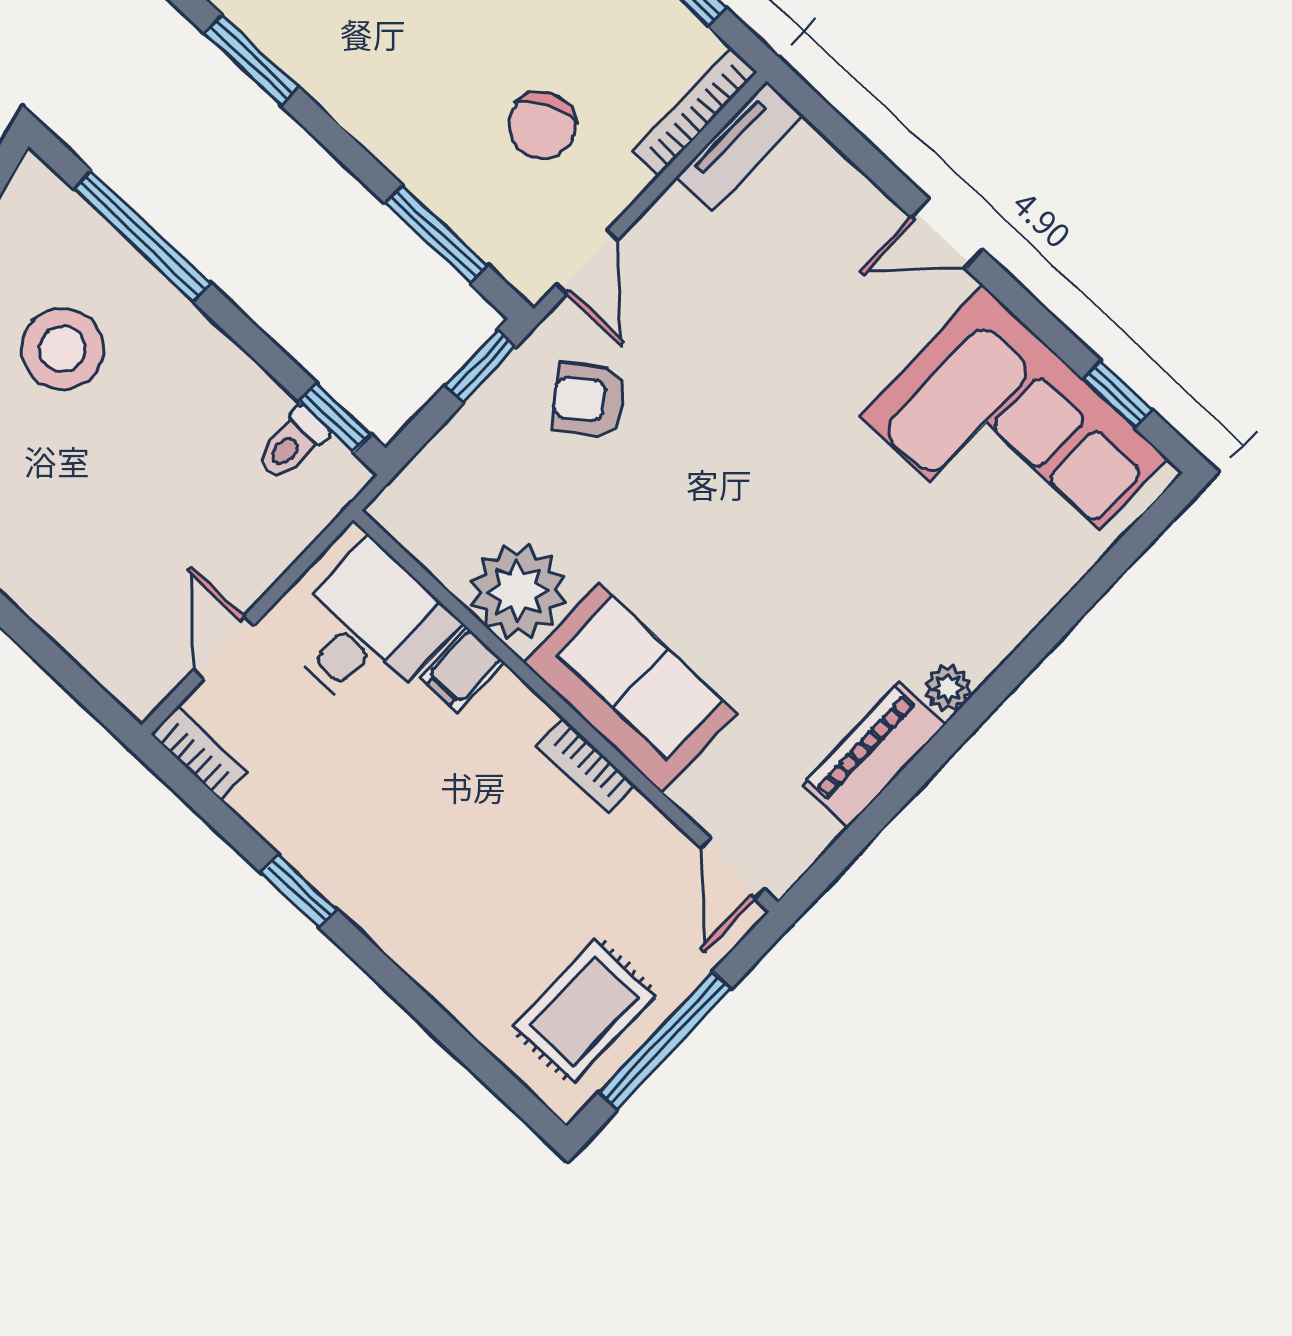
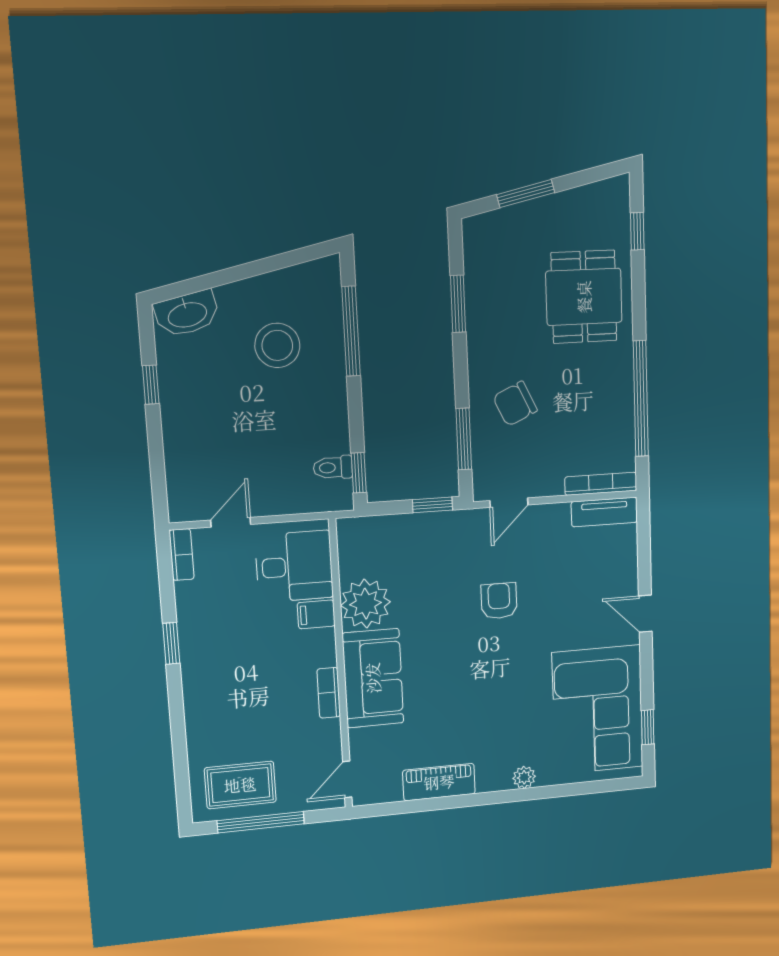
chair: (542, 125) -> (515, 404), moved
armchair: (589, 400) -> (499, 601), moved, turned 36
plant: (948, 688) -> (524, 777), moved

